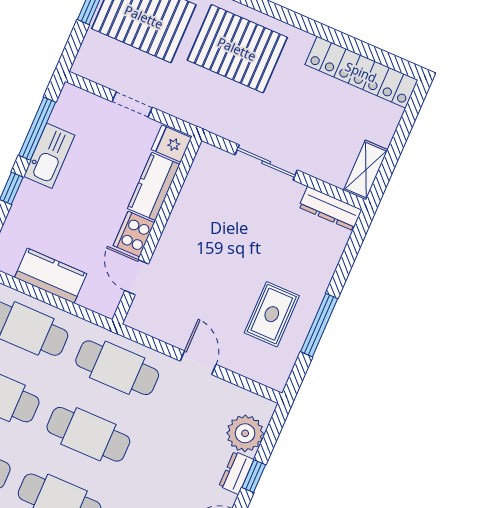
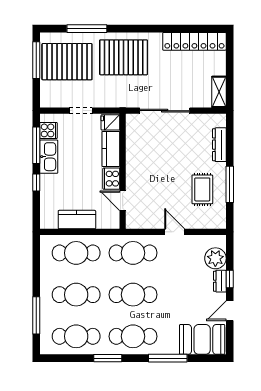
cooker: (67, 114) -> (49, 130), added
sliding door: (266, 162) -> (165, 111), width x1.37
dresser: (330, 208) -> (219, 145), moved, turned 90

